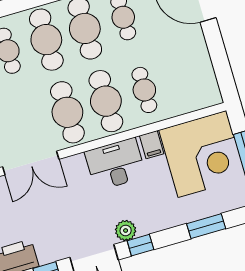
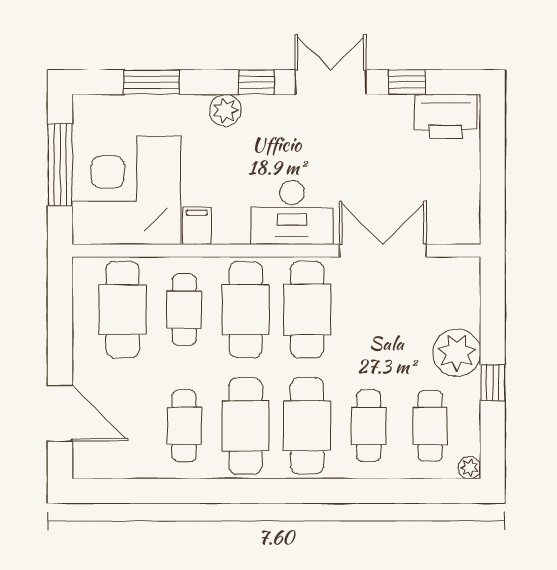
cafe table: (183, 79) -> (123, 310), added
desk: (115, 164) -> (292, 212), moved
plant: (126, 230) -> (225, 110), moved

